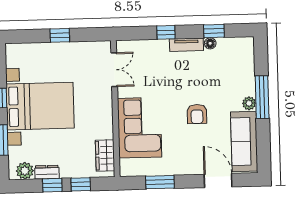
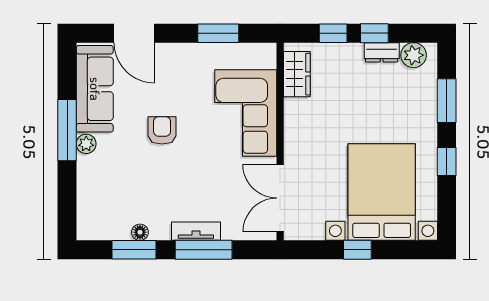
window: (214, 31) -> (134, 250), width x1.50
window: (166, 32) -> (204, 250), width x2.17
tv unit: (186, 45) -> (196, 231), moved
double door: (114, 70) -> (280, 198), width x1.37
window: (262, 97) -> (67, 130), moved
bed with nightstands: (40, 106) -> (382, 192), moved, turned 90

